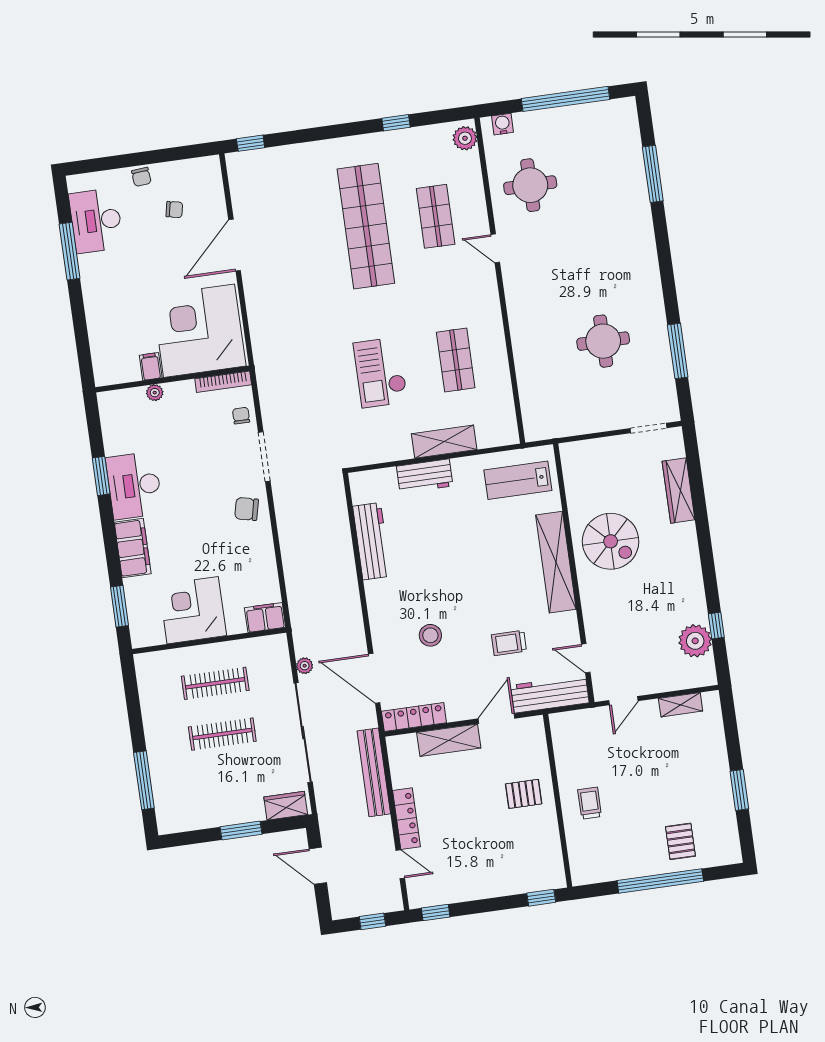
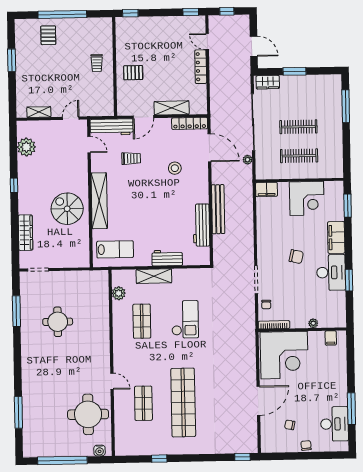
plant: (465, 138) -> (119, 293), moved
round table: (530, 185) -> (88, 414), width x1.36, depth x1.36
filing cabinet: (151, 366) -> (331, 338), moved
chair: (247, 509) -> (296, 257), moved
window: (716, 626) -> (14, 185), moved
bench: (374, 772) -> (218, 209), moved

